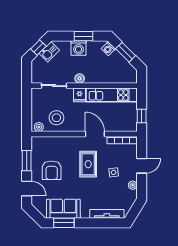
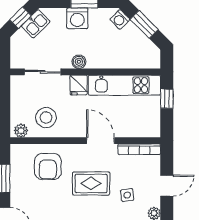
window: (142, 116) -> (167, 99), moved
rug: (88, 164) -> (91, 183), turned 90
armchair: (52, 170) -> (48, 166), moved

